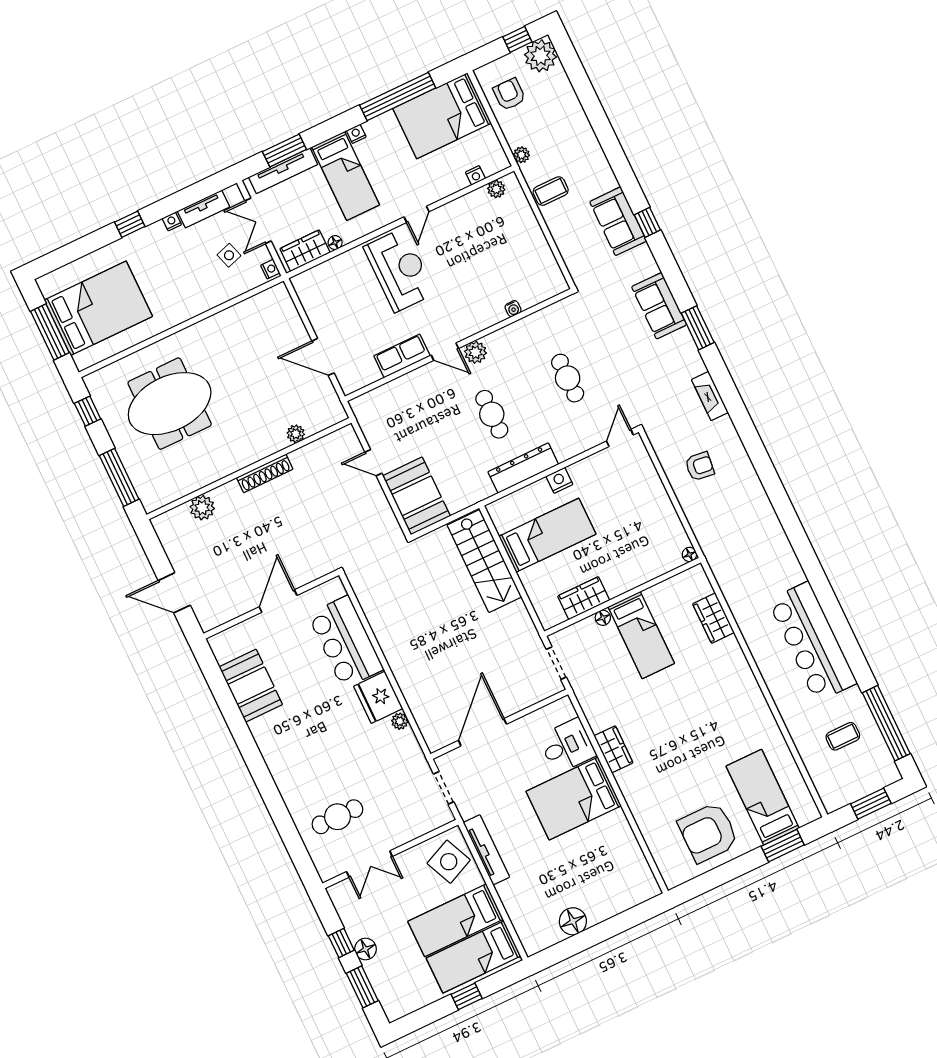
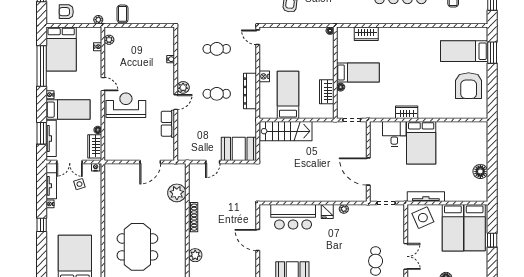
plant: (296, 434) -> (177, 193), width x1.88, depth x1.88
fridge: (378, 697) -> (327, 211), width x0.53, depth x0.75

